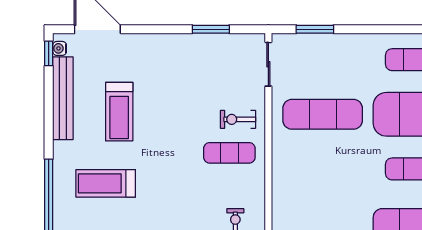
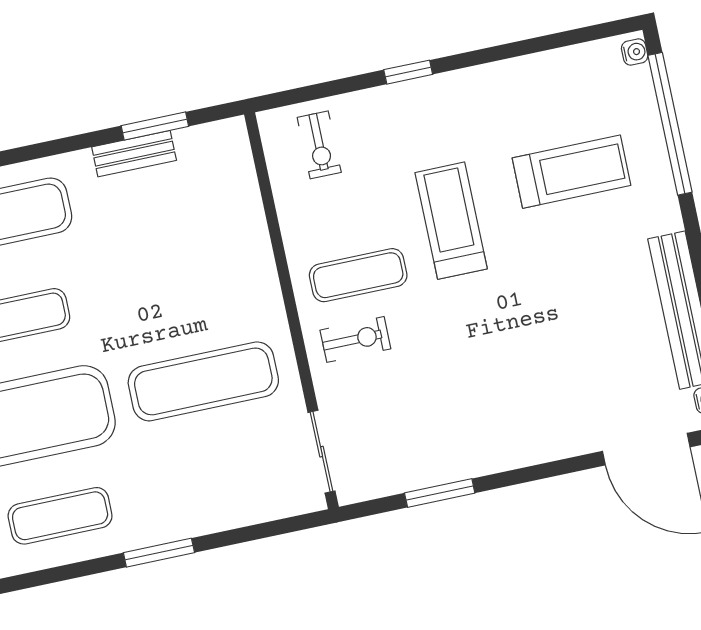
window: (315, 29) -> (159, 553), moved
treadmill: (119, 112) -> (451, 221), moved

